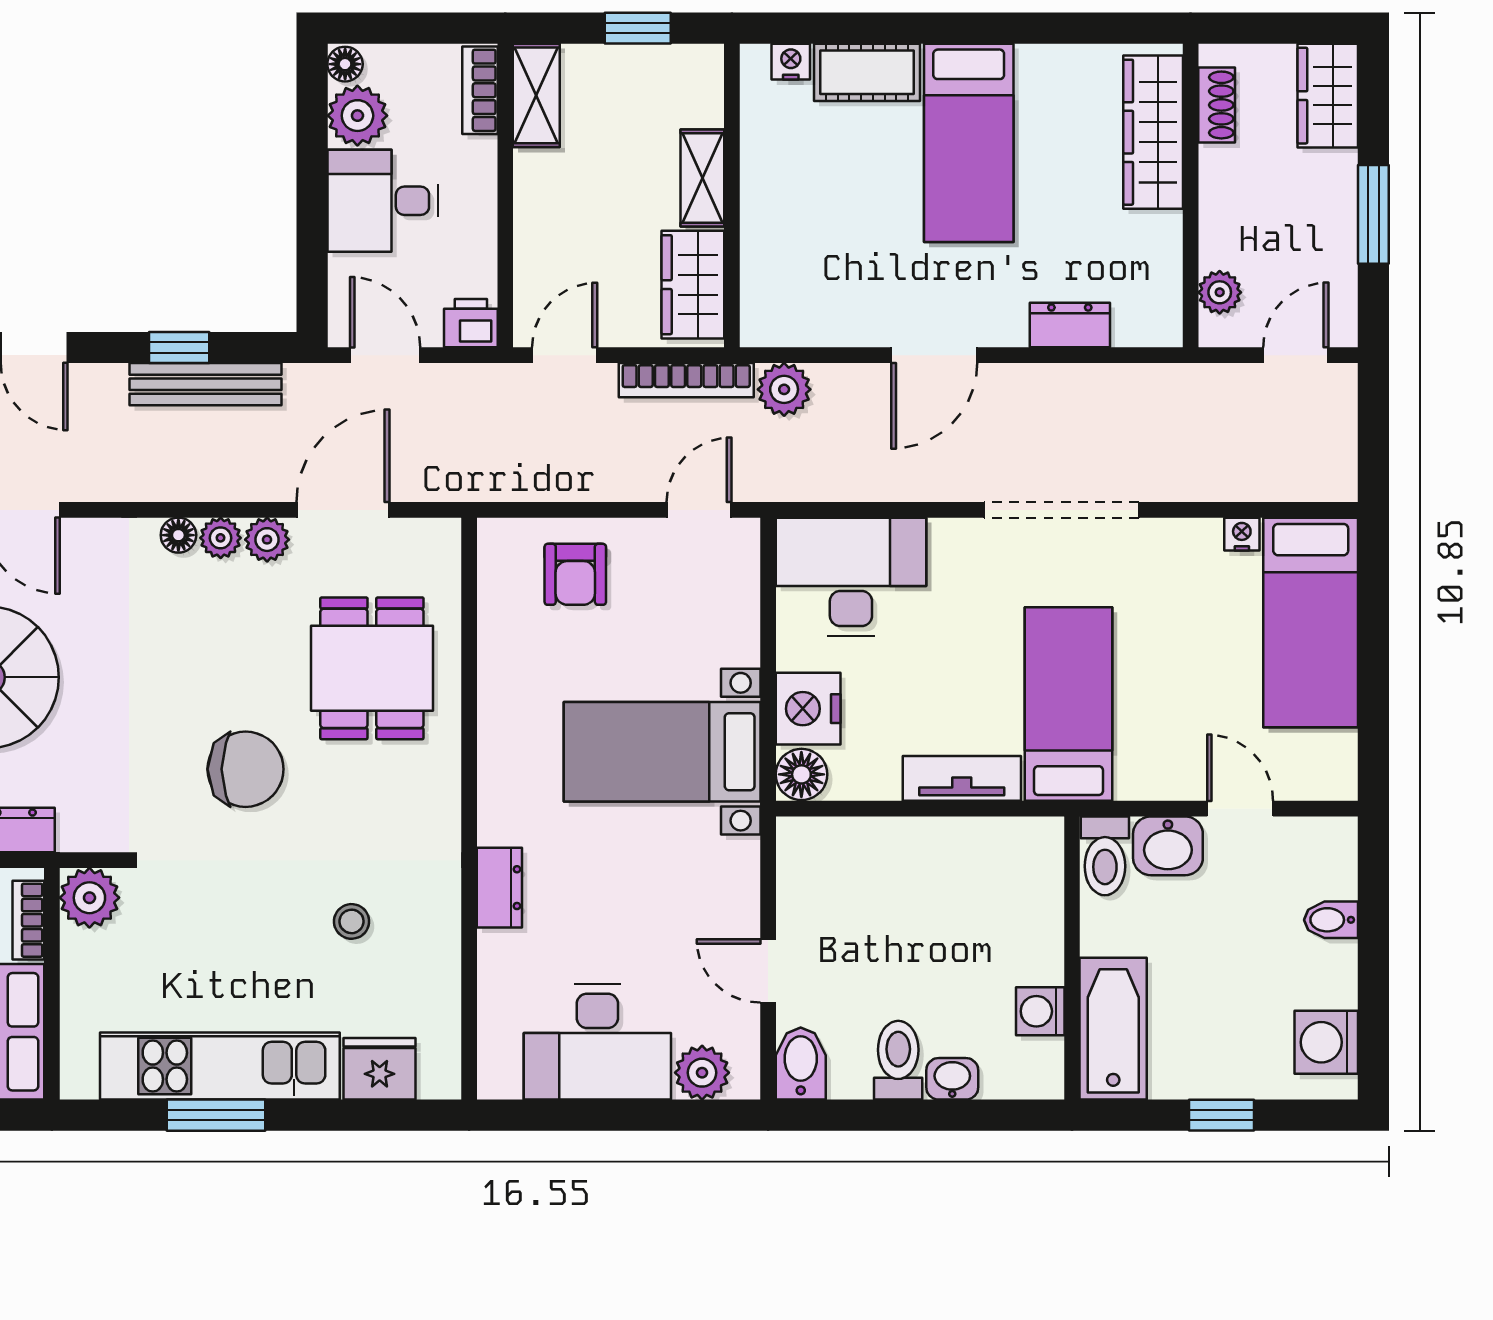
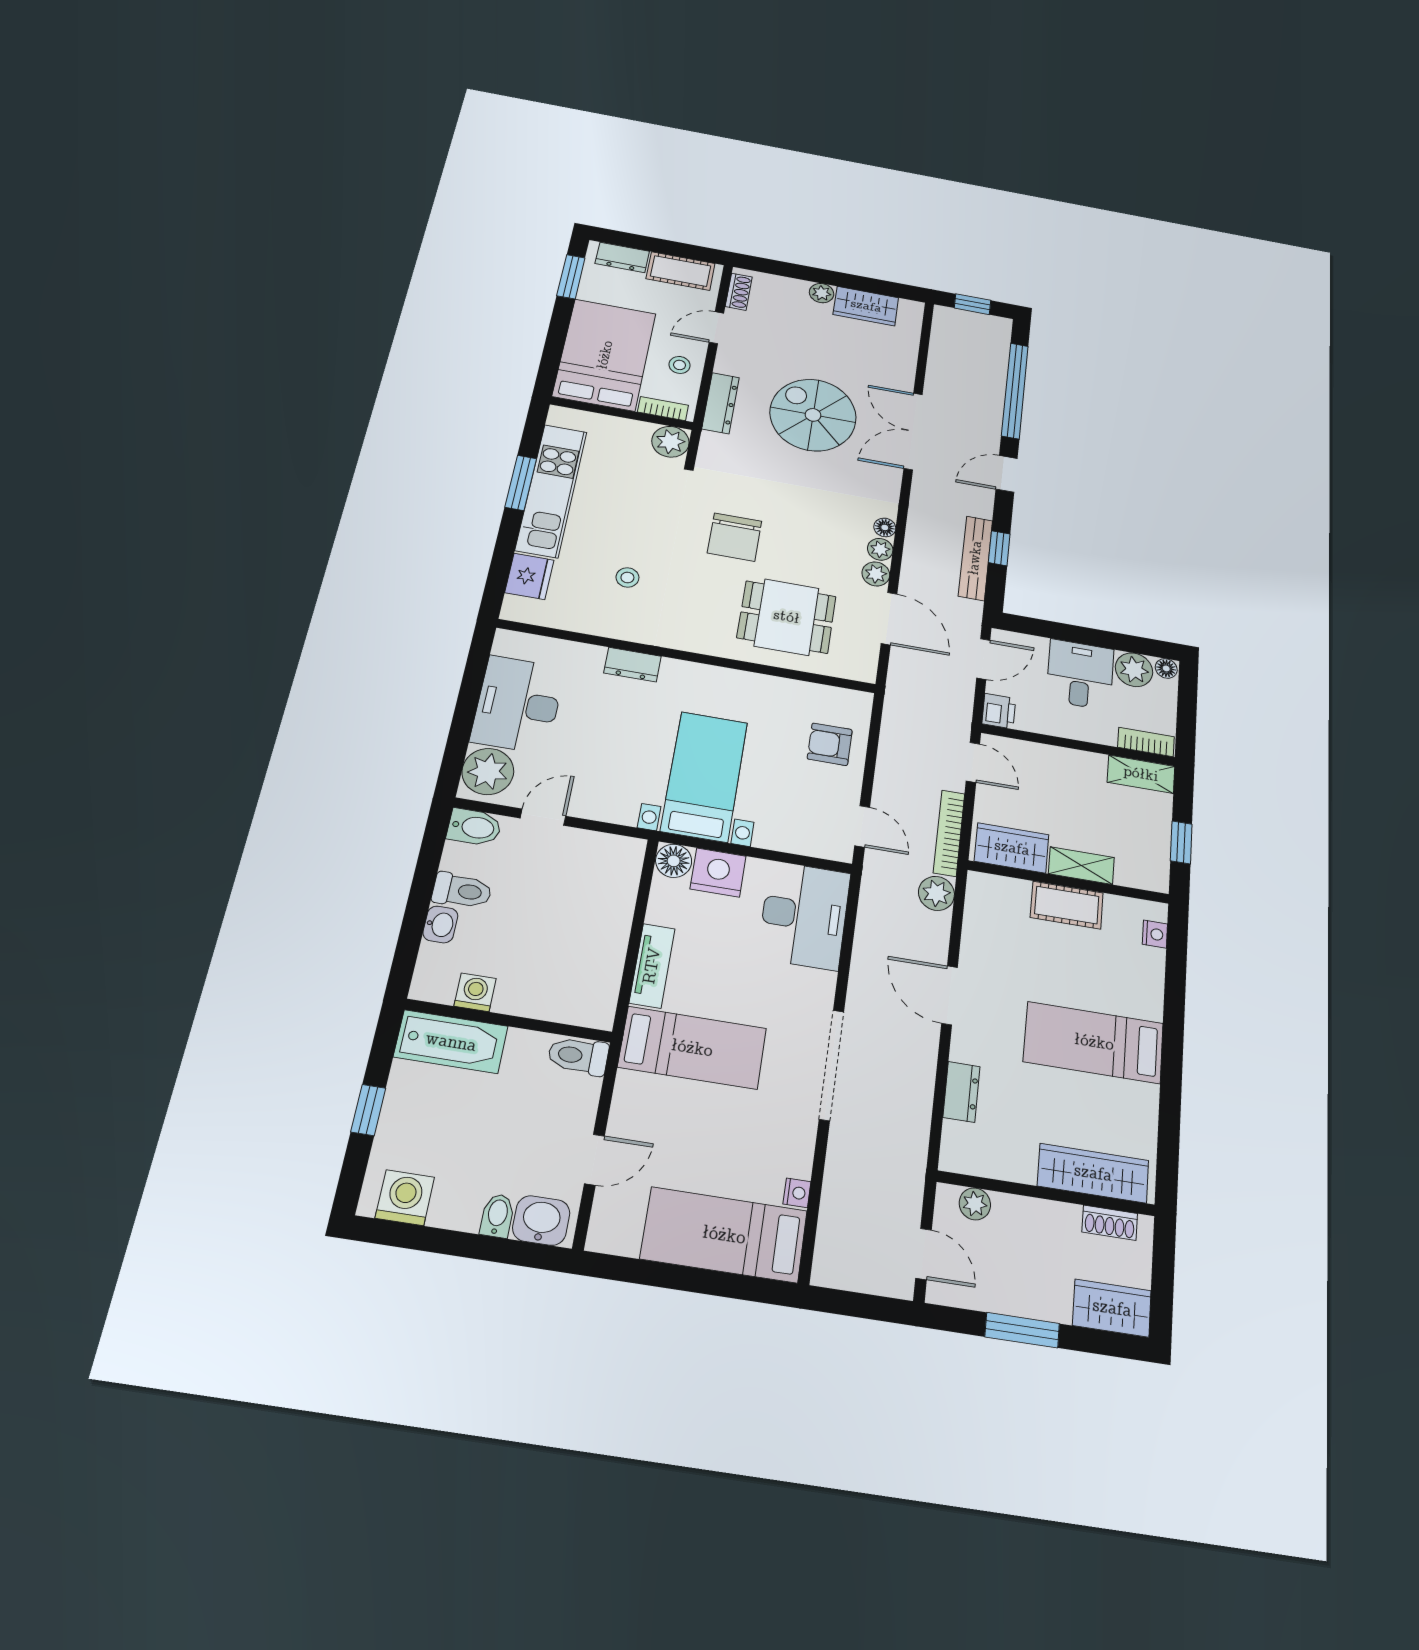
cot: (867, 72) -> (1067, 905), moved, turned 90
washbasin: (1168, 846) -> (541, 1220), moved, turned 90
plant: (702, 1073) -> (488, 771), width x1.36, depth x1.36

